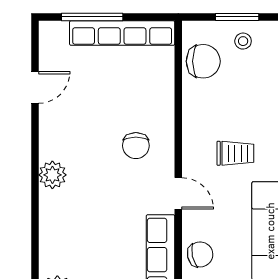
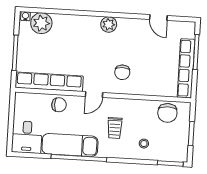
stool: (243, 41) -> (144, 144), moved
chair: (136, 146) -> (122, 72), turned -90
chair: (200, 254) -> (59, 105), turned -78

